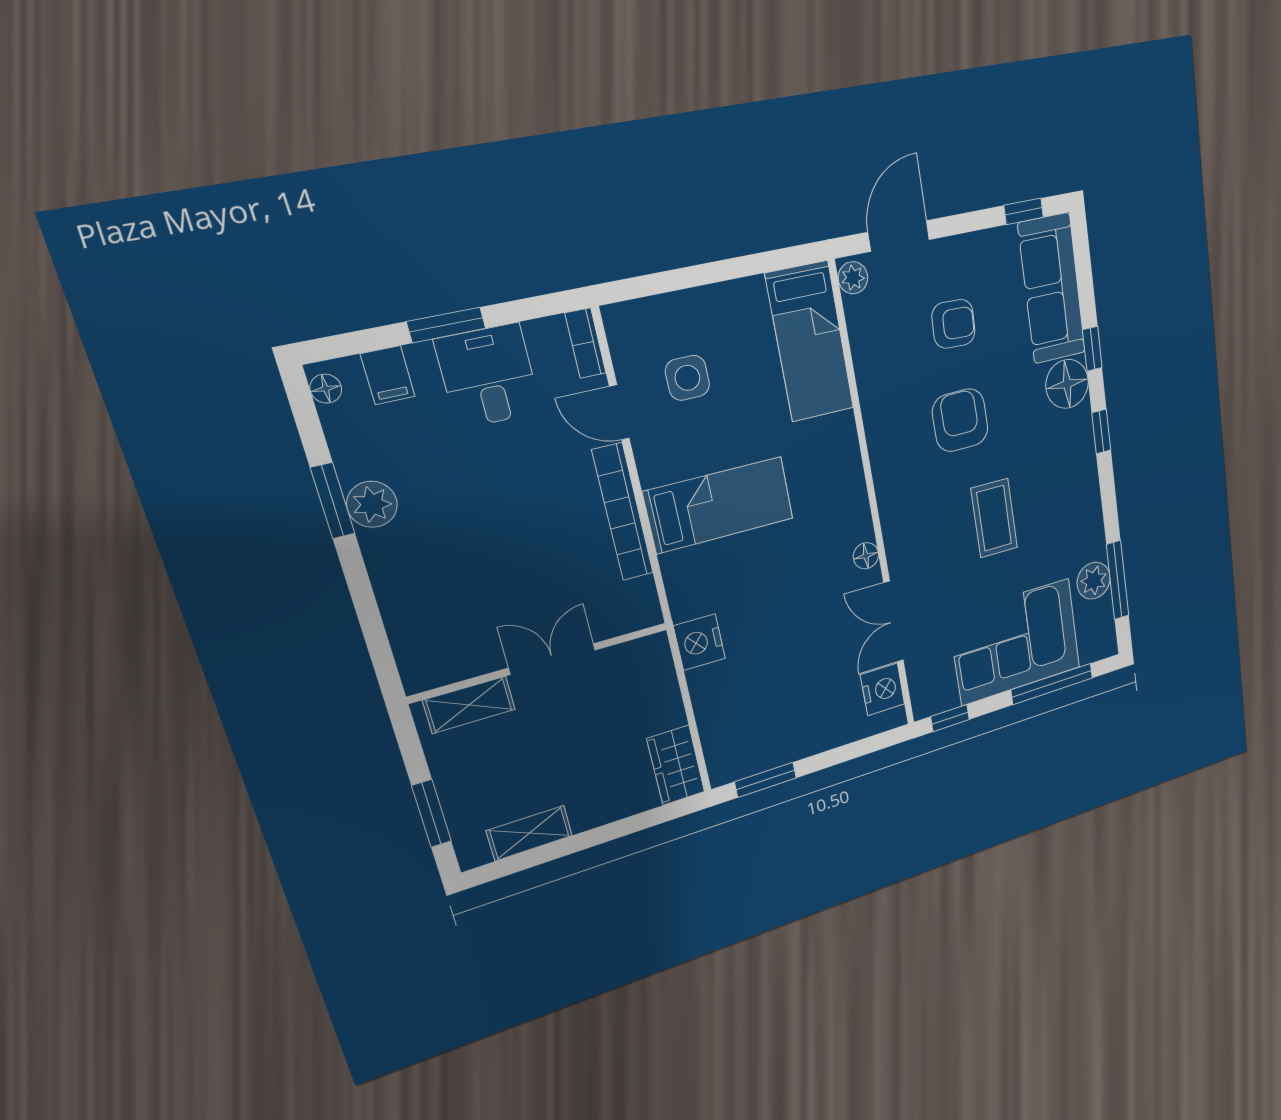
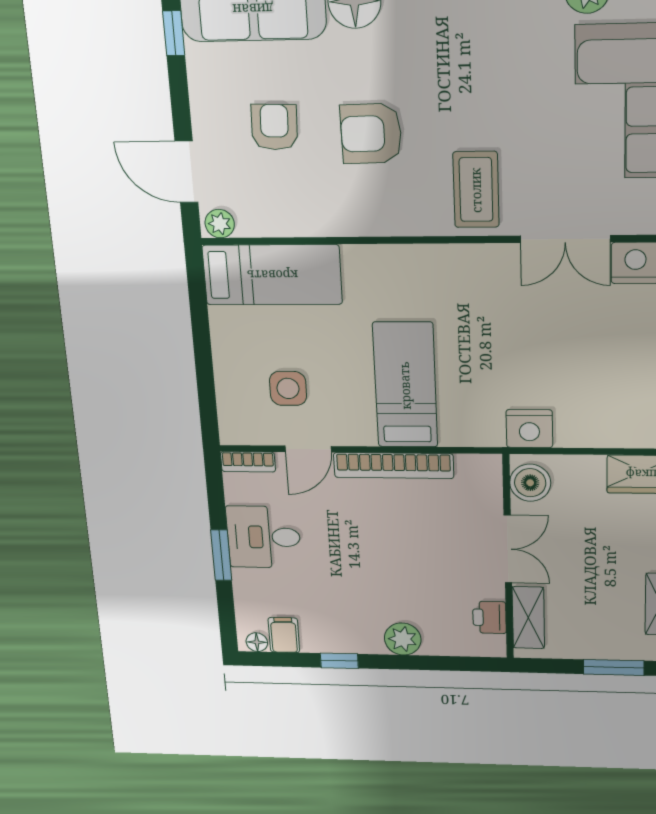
filing cabinet: (388, 375) -> (284, 635), moved, turned -90
window: (333, 501) -> (339, 661), width x0.67
plant: (372, 504) -> (403, 639), moved
coffee table: (994, 518) -> (476, 190), moved, turned 90
floor lamp: (866, 556) -> (488, 256), removed
double door: (552, 659) -> (508, 549), swing flipped
boiler: (639, 660) -> (530, 483), added
printer: (456, 663) -> (490, 617), added

